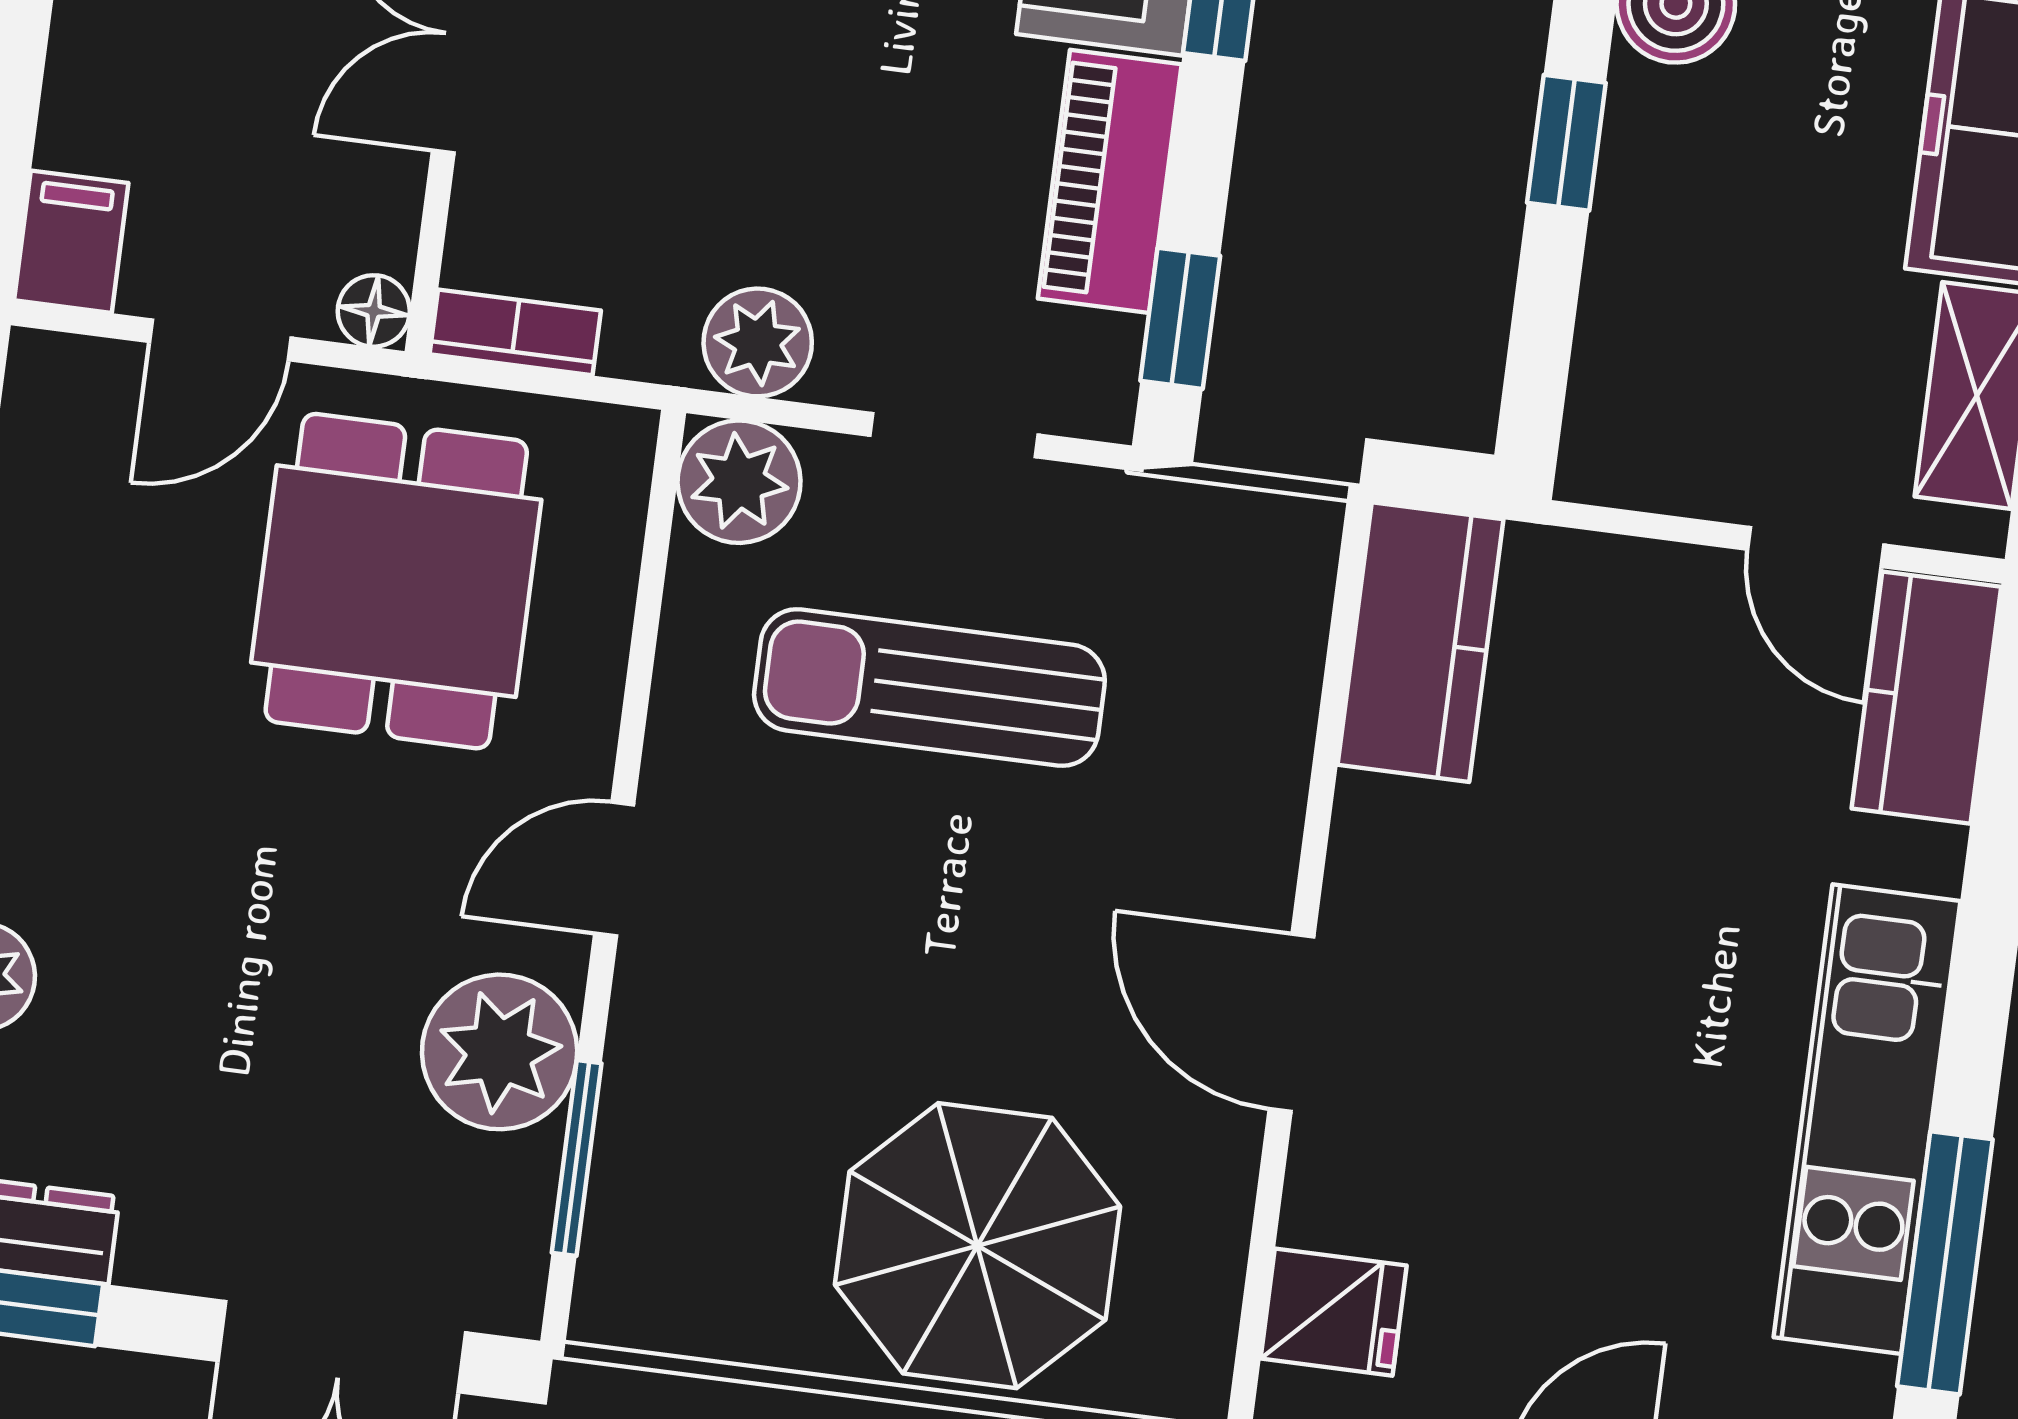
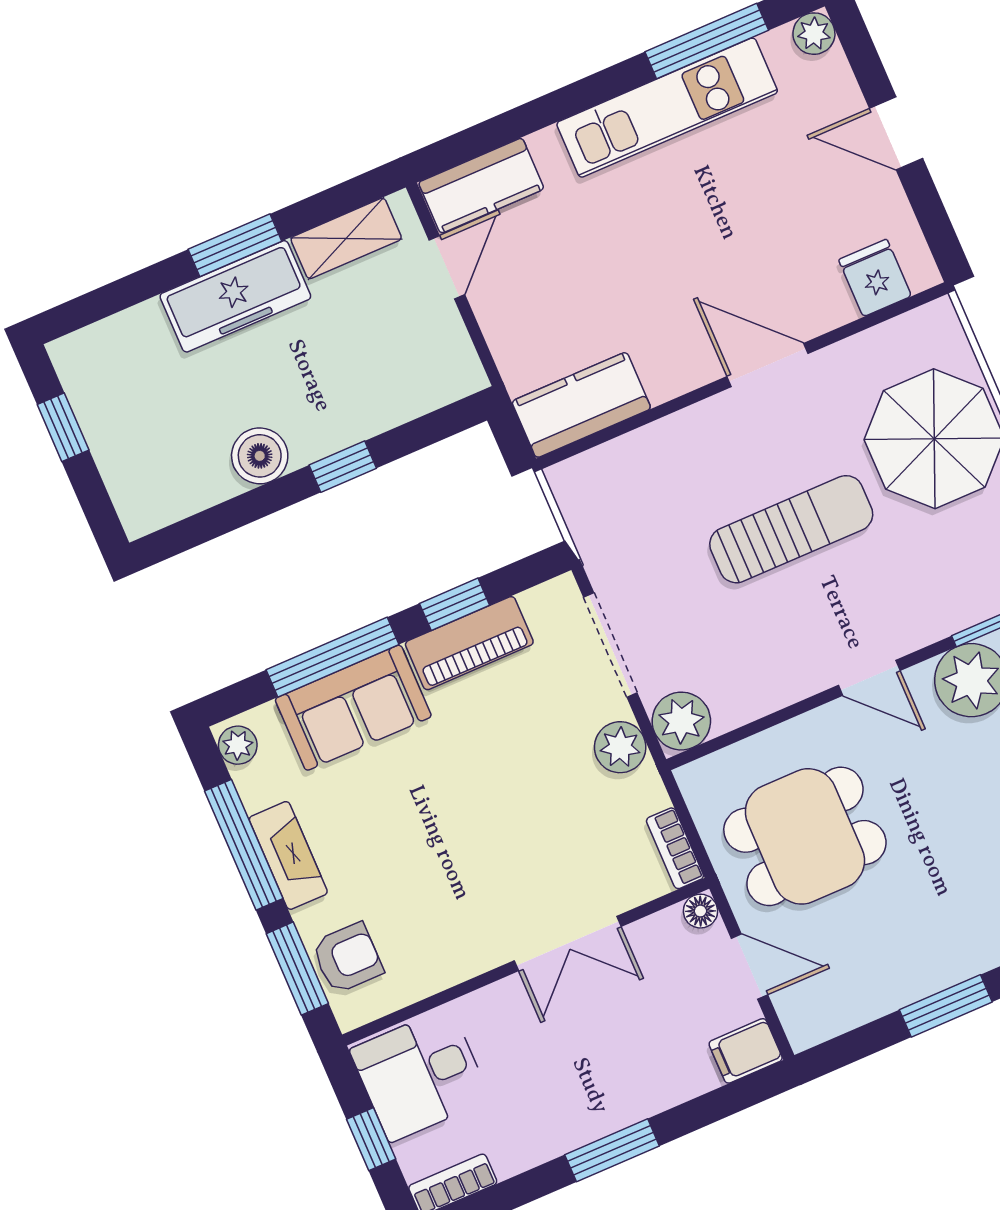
window: (1180, 318) -> (455, 604), moved
doorway: (954, 435) -> (610, 645), width x1.38
sun lounger: (929, 688) -> (791, 529), moved, turned -90
door: (1292, 1023) -> (768, 365), swing flipped

